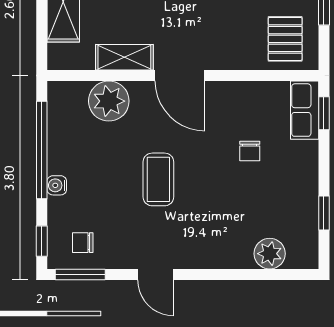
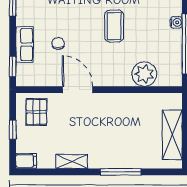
shelving: (124, 57) -> (135, 101), removed
door: (180, 75) -> (77, 90), moved
row of seats: (305, 110) -> (25, 45), moved

